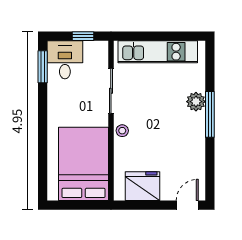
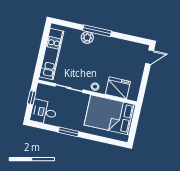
window: (43, 67) -> (68, 132), moved
fridge: (142, 186) -> (118, 88), moved, turned 90
door: (187, 205) -> (150, 57), swing flipped

